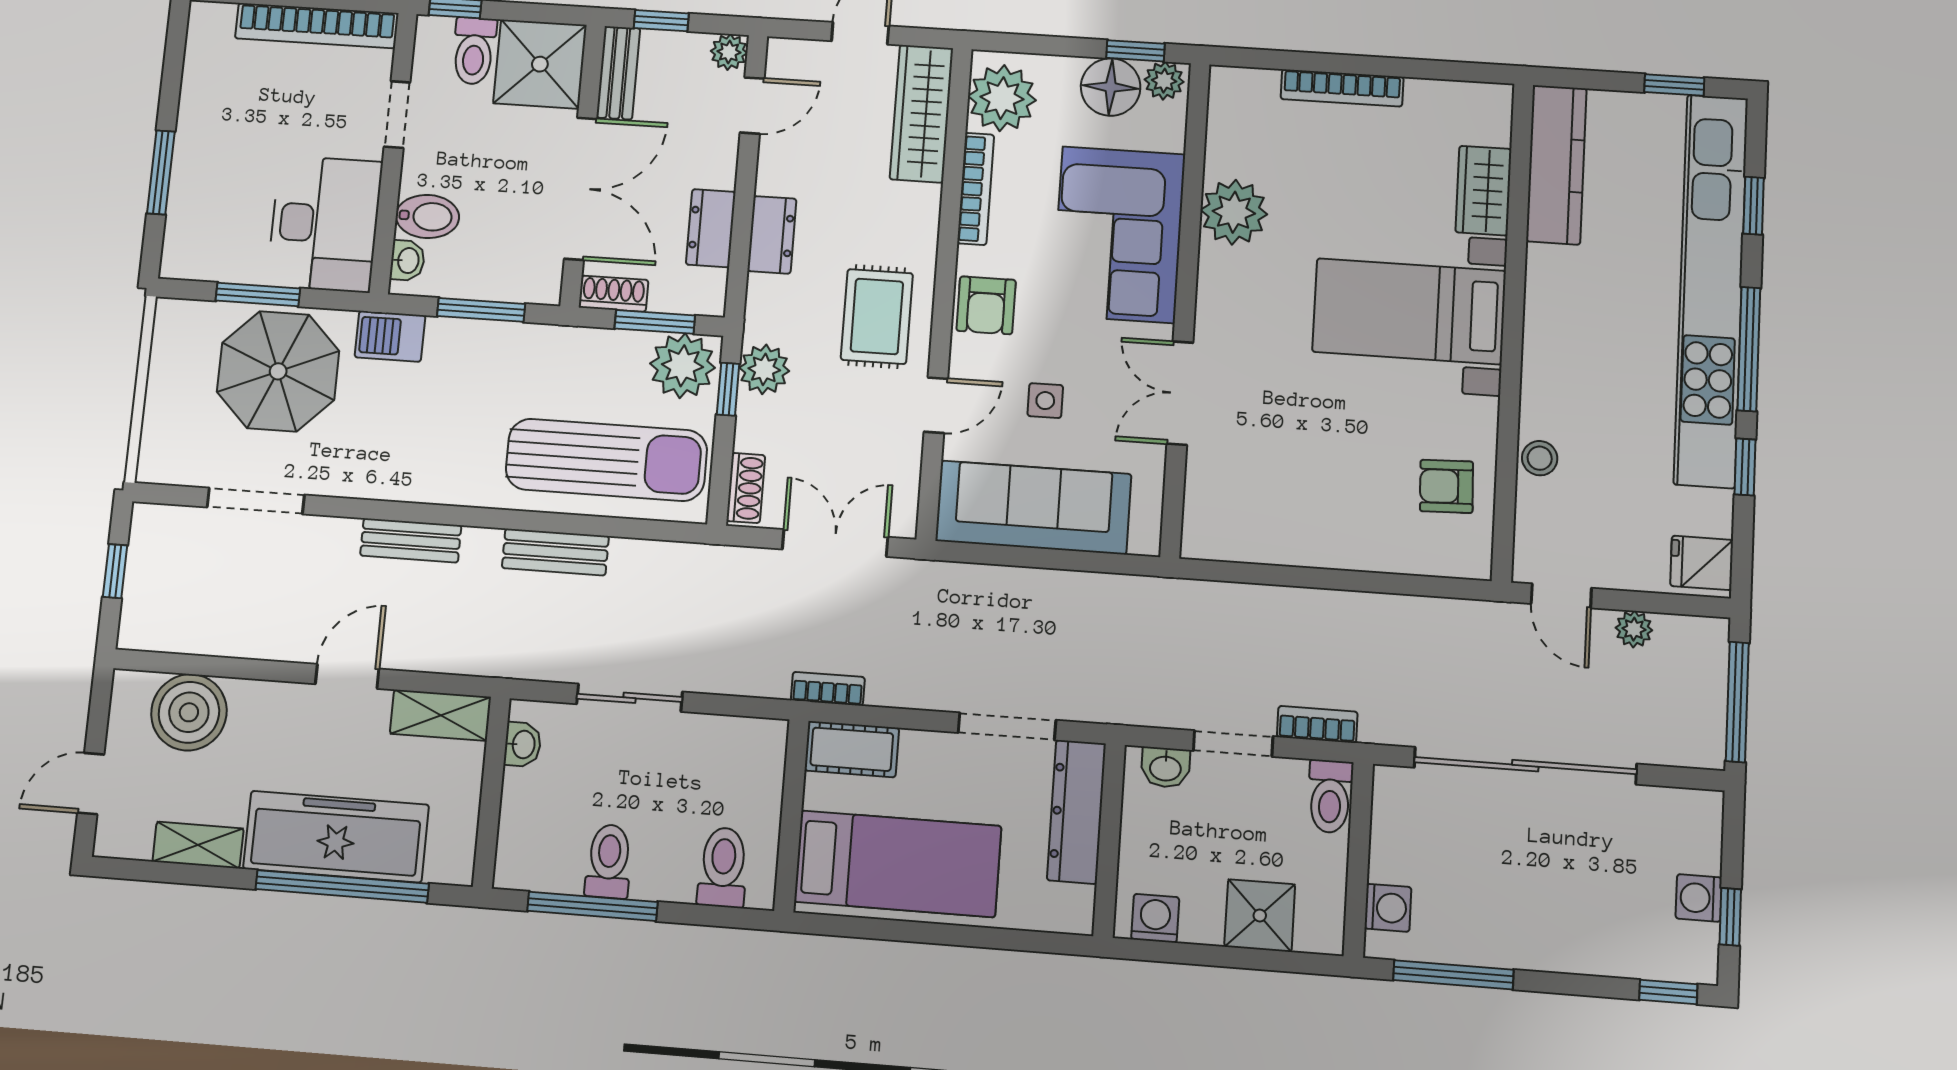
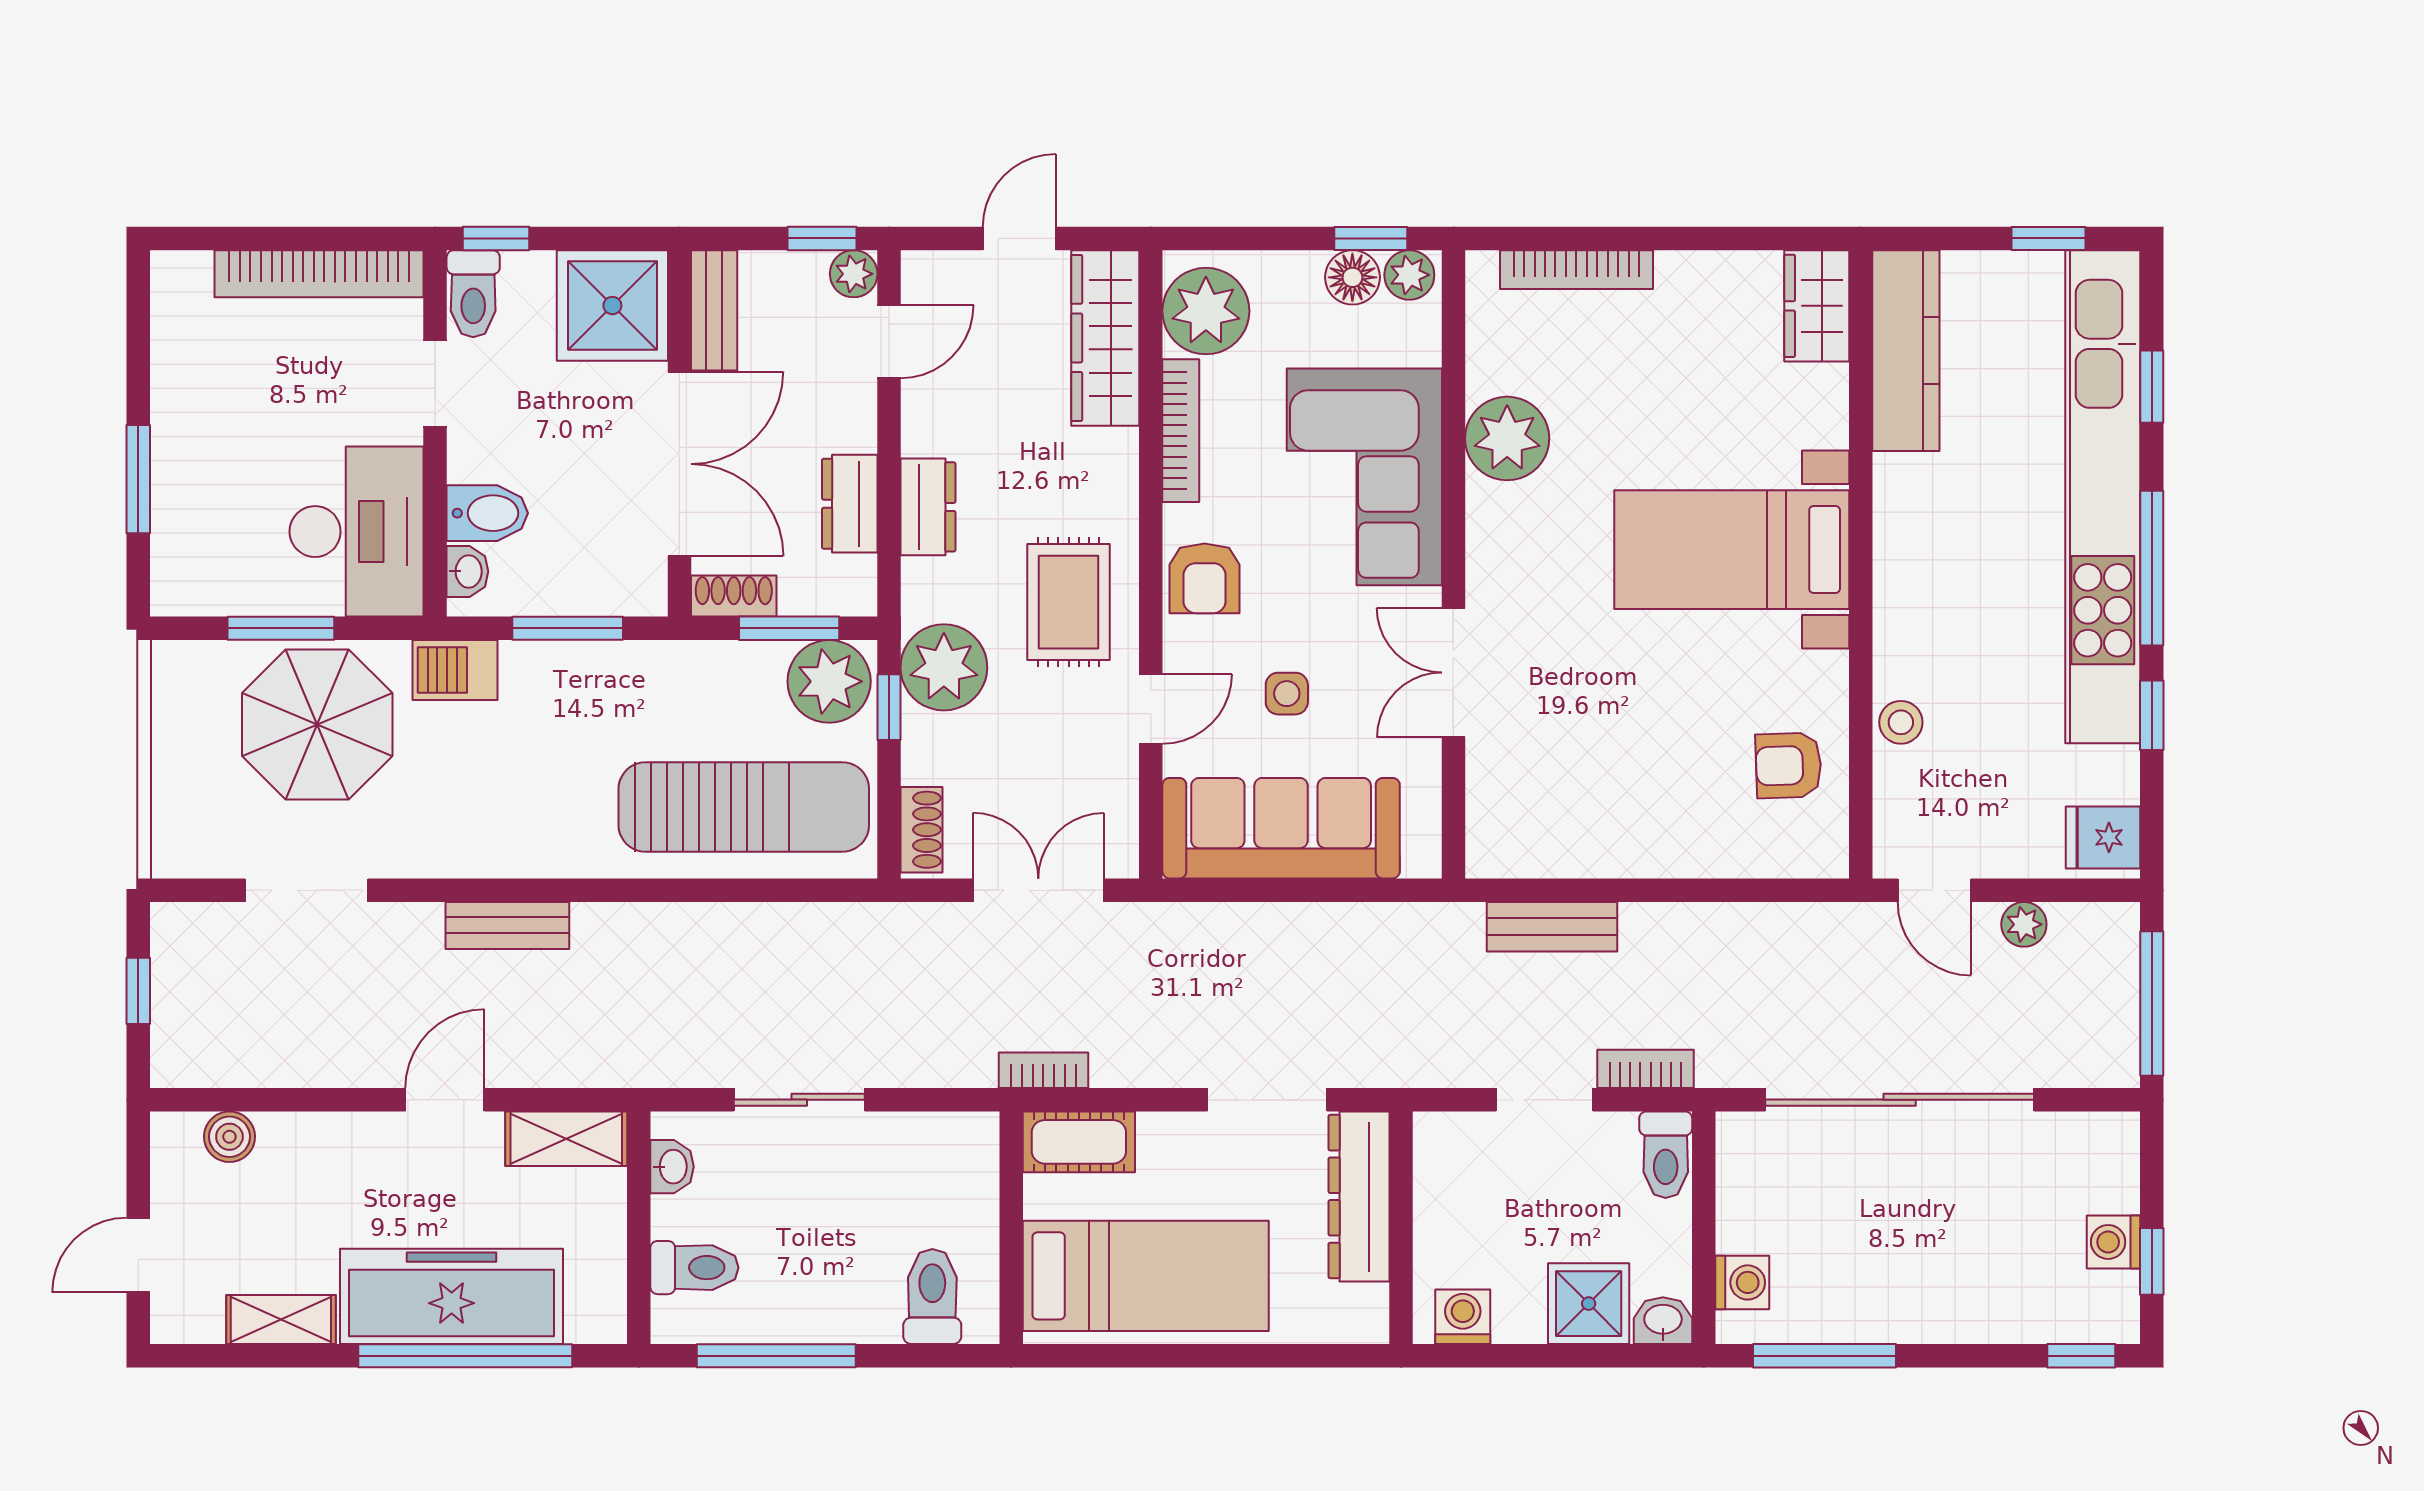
window: (661, 21) -> (822, 238), moved
toilet: (474, 51) -> (473, 294), moved
floor lamp: (1111, 87) -> (1352, 277), width x0.73, depth x0.73
bookcase: (1342, 88) -> (1576, 270), moved
wardrobe: (1483, 191) -> (1817, 306), moved
plant: (764, 369) -> (944, 667), width x1.36, depth x1.36
bench: (555, 552) -> (1552, 927), moved
boiler: (189, 712) -> (229, 1137), width x0.54, depth x0.54
washbasin: (1165, 767) -> (1663, 1321), moved, turned 180
toilet: (609, 861) -> (694, 1268), moved, turned 90

